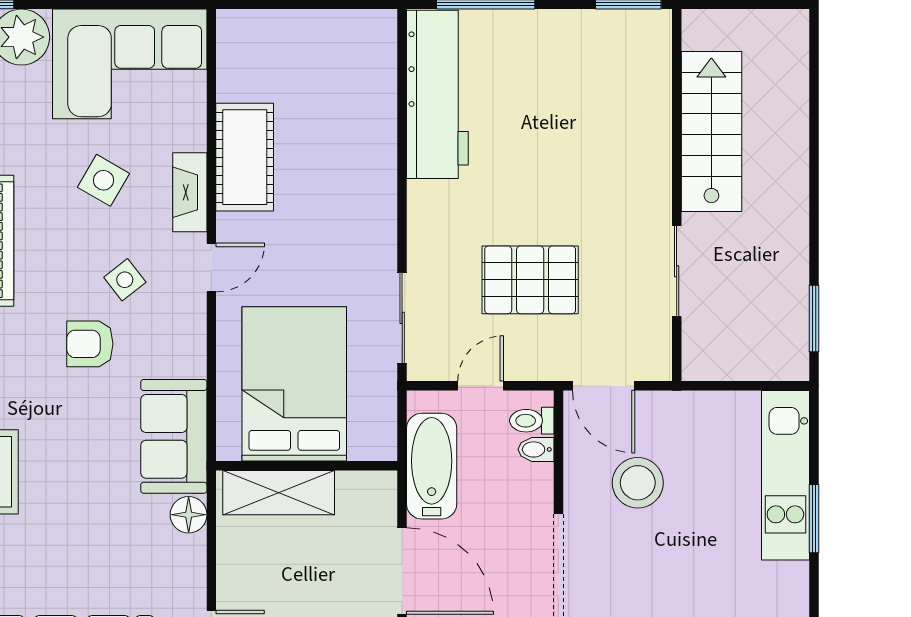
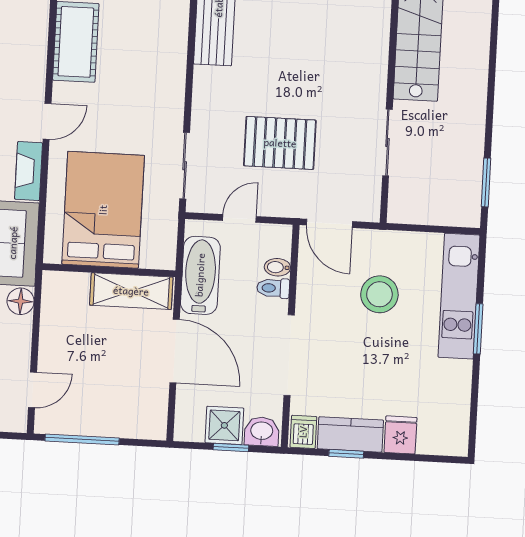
fireplace: (190, 192) -> (29, 171), moved
toilet: (532, 421) -> (273, 288), moved
stool: (638, 483) -> (379, 294), moved
shelving: (279, 493) -> (131, 291), moved

